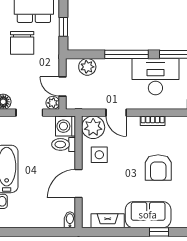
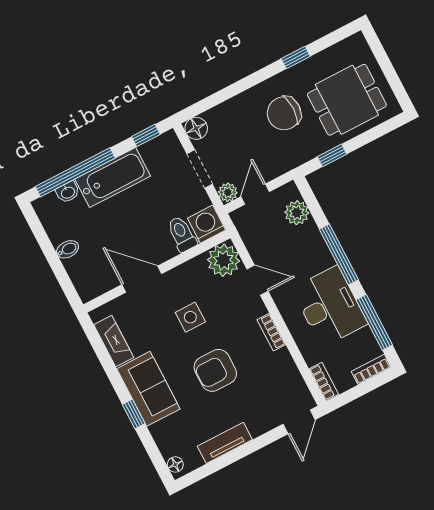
door: (116, 113) -> (257, 280), swing flipped
side table: (99, 155) -> (190, 317), moved
bidet: (70, 220) -> (68, 249), moved

